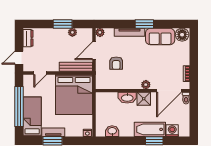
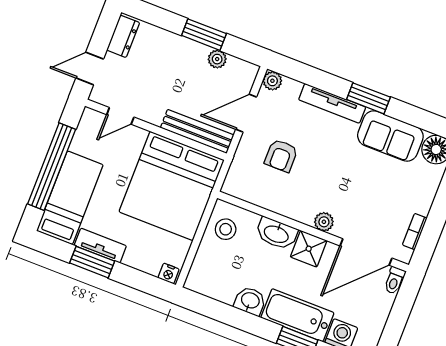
stool: (105, 104) -> (226, 229), added
washbasin: (112, 131) -> (250, 301), moved

